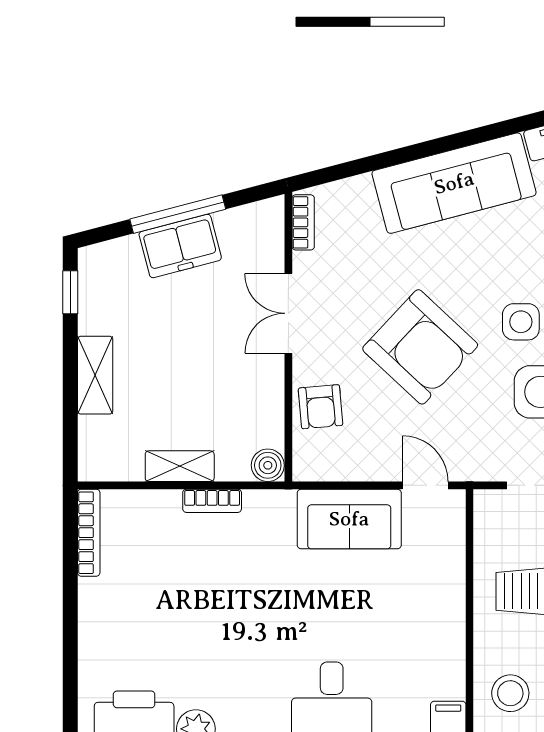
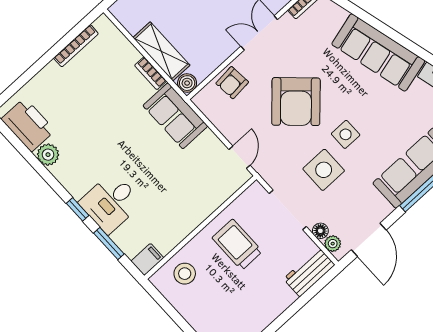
shelving: (180, 466) -> (161, 51), width x1.50, depth x1.33
sofa: (349, 519) -> (175, 116), moved
bookcase: (89, 533) -> (76, 46), moved

